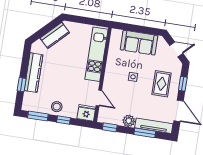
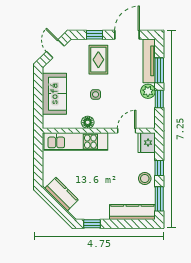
floor lamp: (111, 67) -> (88, 122), added
kitchen counter: (33, 73) -> (132, 212), moved
rug: (162, 84) -> (98, 60), turned 90
window: (22, 85) -> (92, 224), moved
window: (110, 127) -> (159, 99), moved

